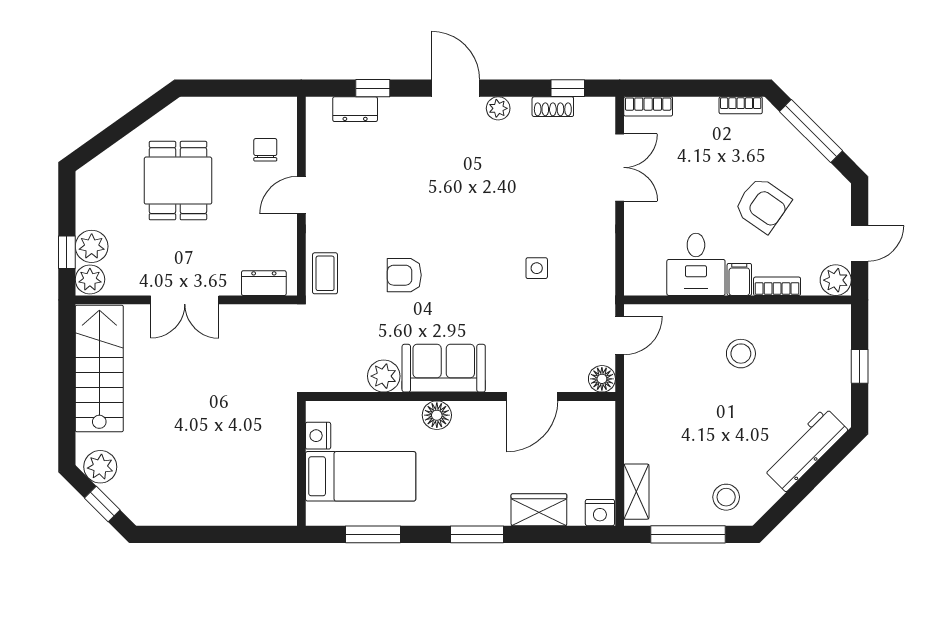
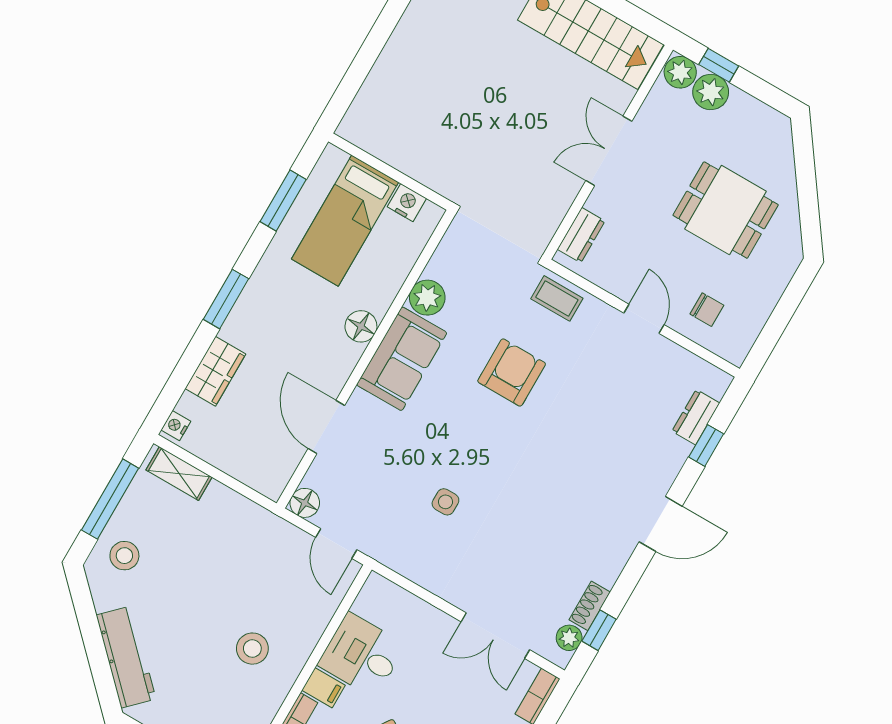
plant: (498, 108) -> (569, 638), moved
armchair: (404, 275) -> (512, 373), width x1.38, depth x1.38
nightstand: (600, 513) -> (176, 426), width x0.72, depth x0.74

